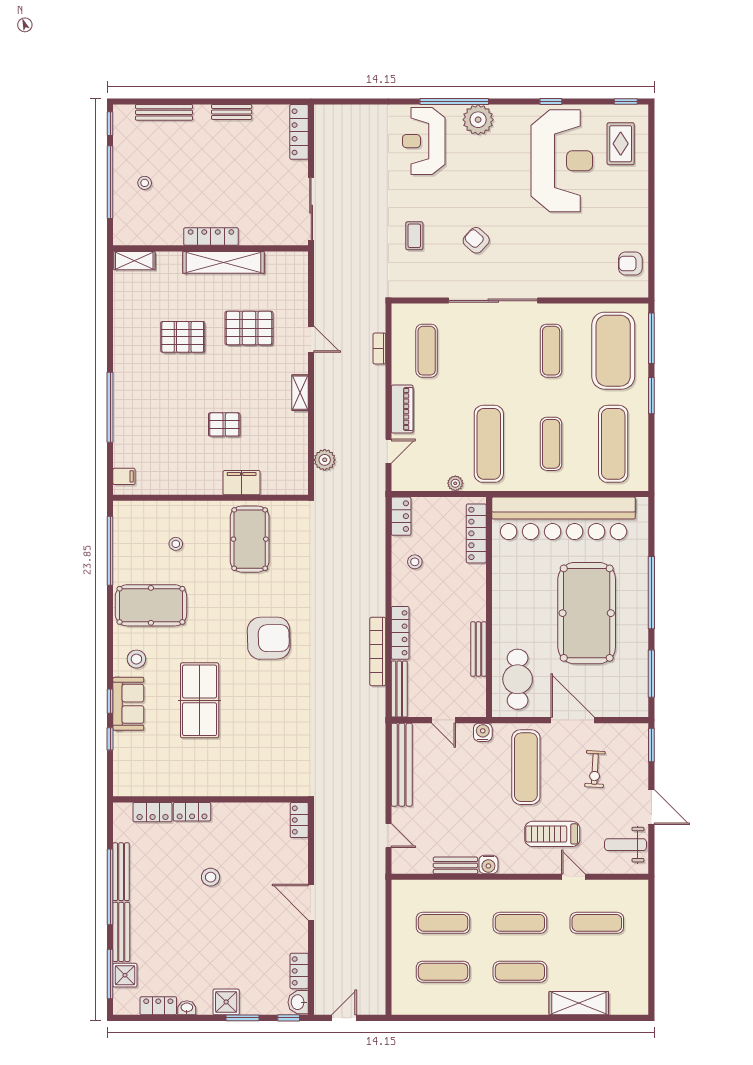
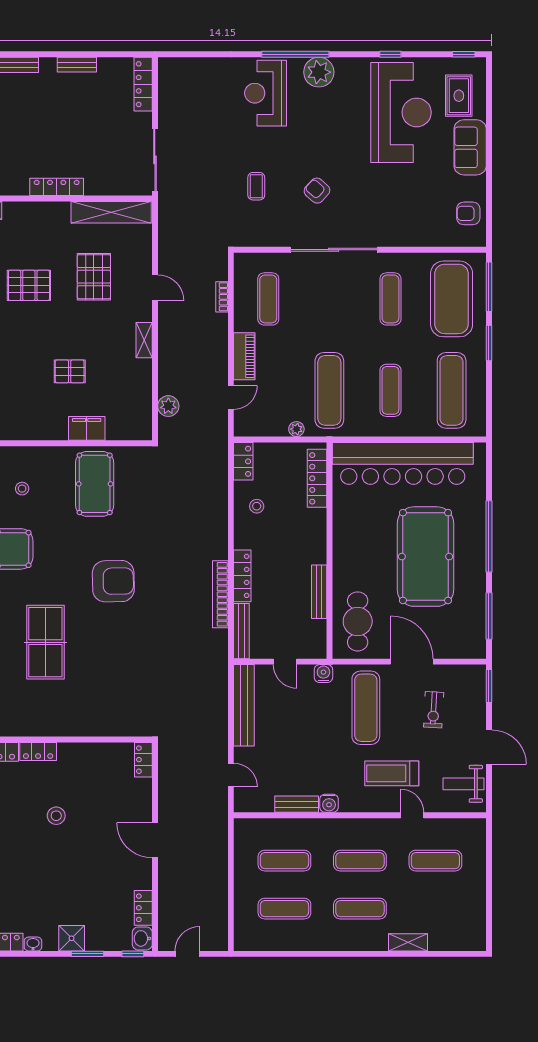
sofa: (632, 196) -> (470, 147), added
shelving: (223, 262) -> (111, 212), moved
pallet: (249, 328) -> (94, 277), turned 90
shelving: (579, 1003) -> (408, 942), width x0.67, depth x0.75

